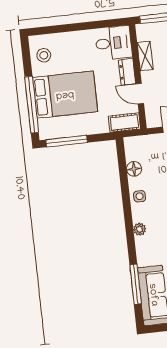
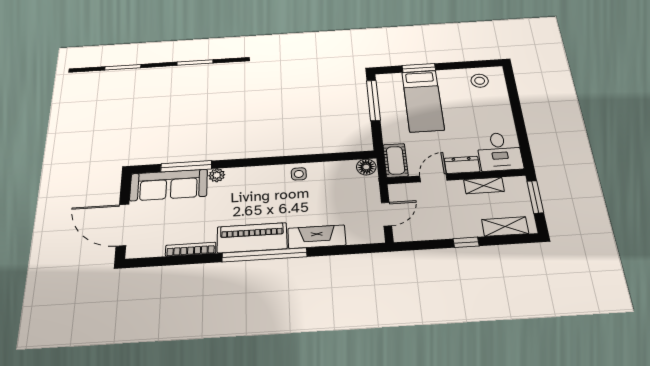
bed: (65, 95) -> (423, 101), width x0.67
window: (32, 105) -> (419, 68), width x0.47
floor lamp: (134, 169) -> (366, 167), moved
plant: (140, 229) -> (217, 175), moved

